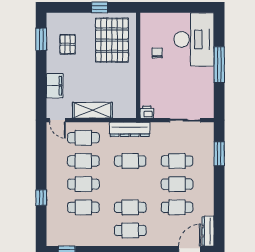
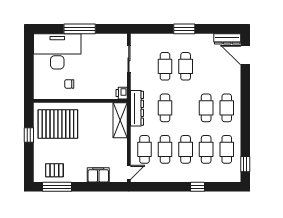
window: (41, 39) -> (57, 187), width x1.44
pallet: (68, 44) -> (54, 170), moved
shelving: (92, 110) -> (120, 120), moved
window: (219, 154) -> (184, 29), moved
cafe table: (177, 207) -> (227, 149), moved

